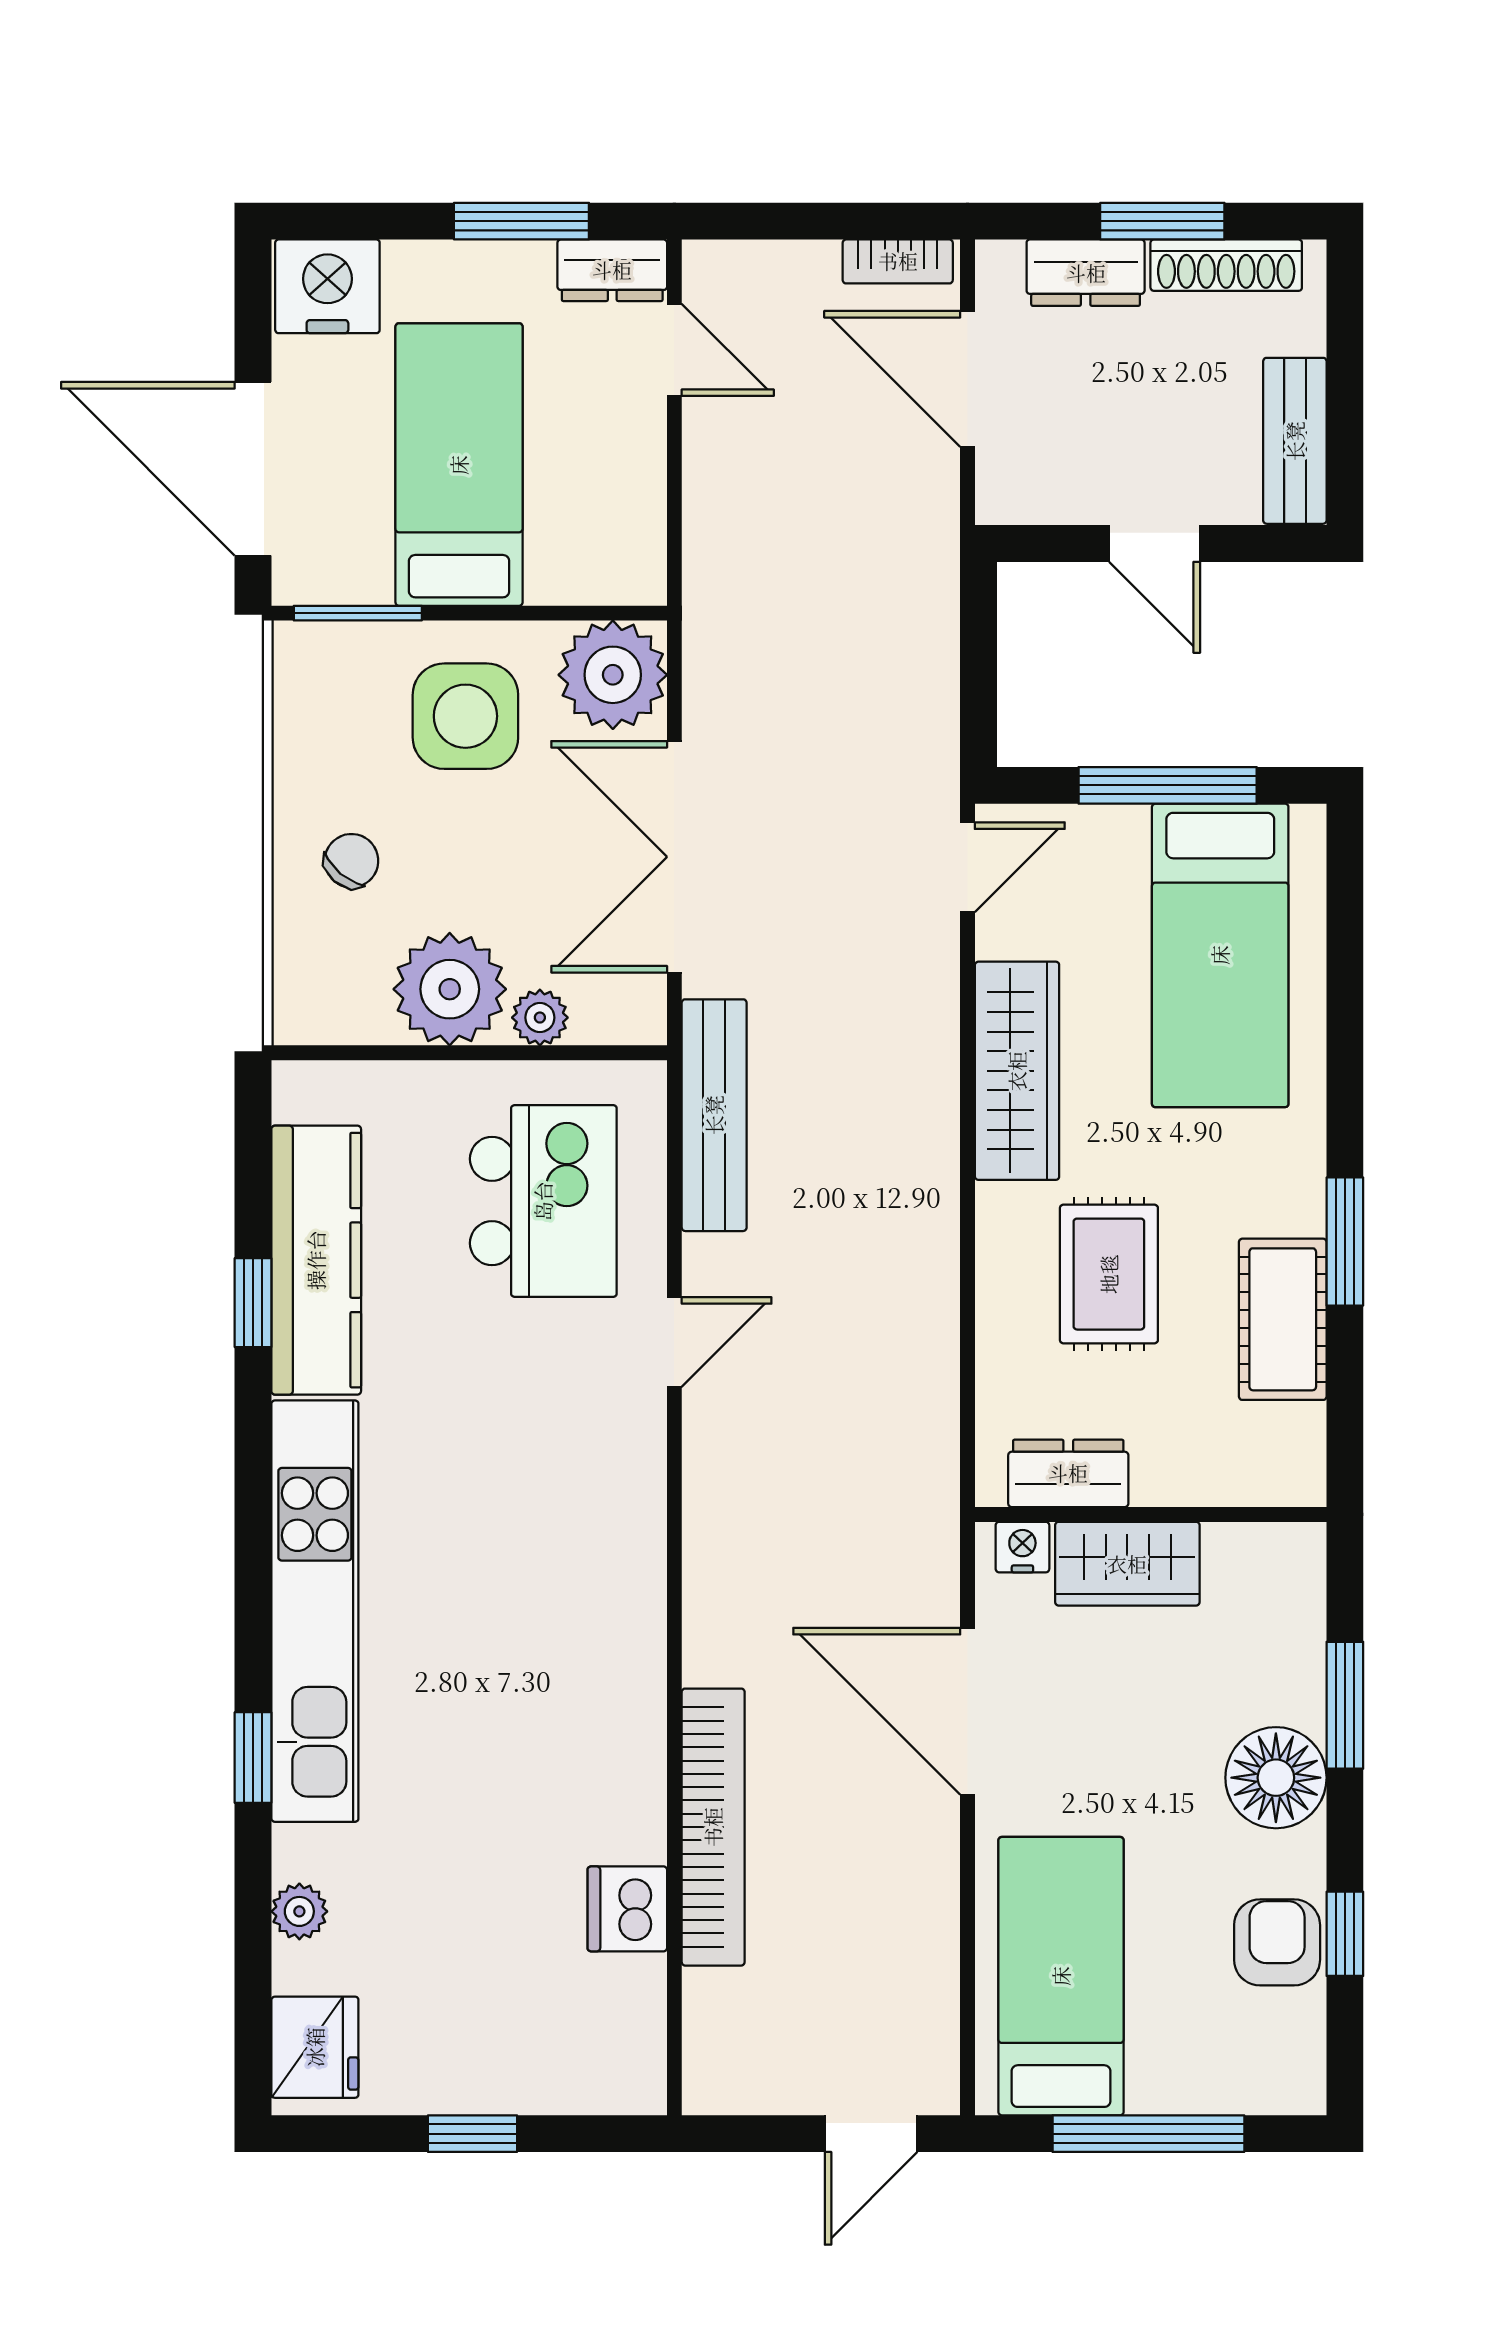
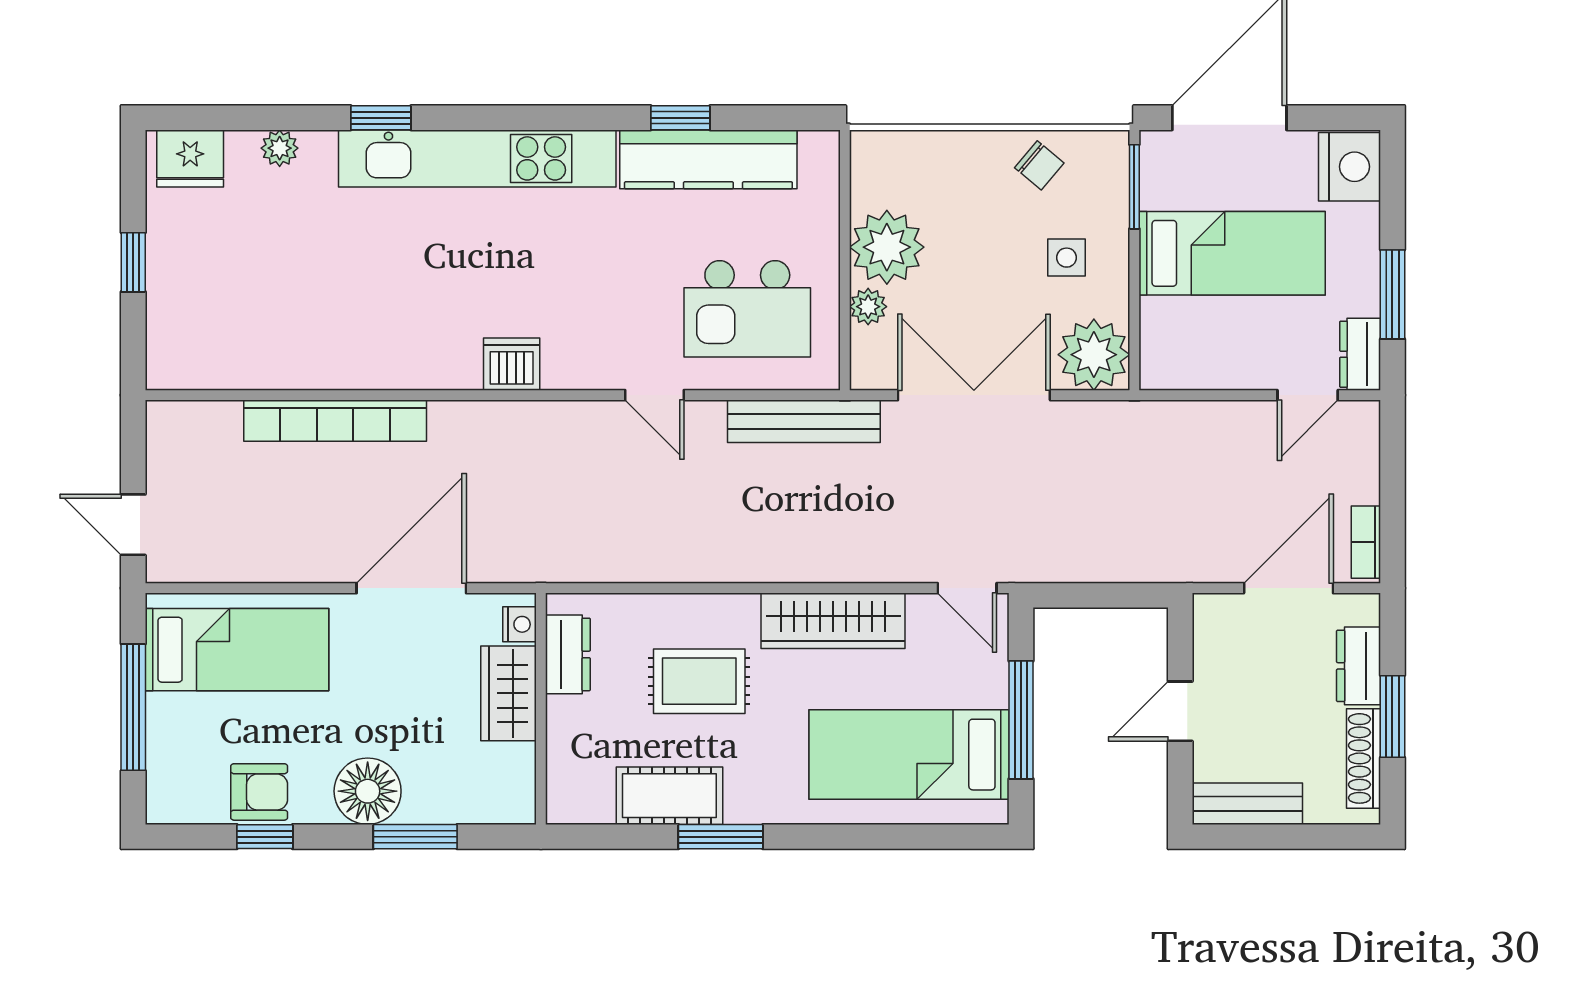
side table: (465, 716) -> (1067, 258), width x0.54, depth x0.54
chair: (351, 861) -> (1039, 165), moved
dishwasher: (627, 1909) -> (512, 364), moved

